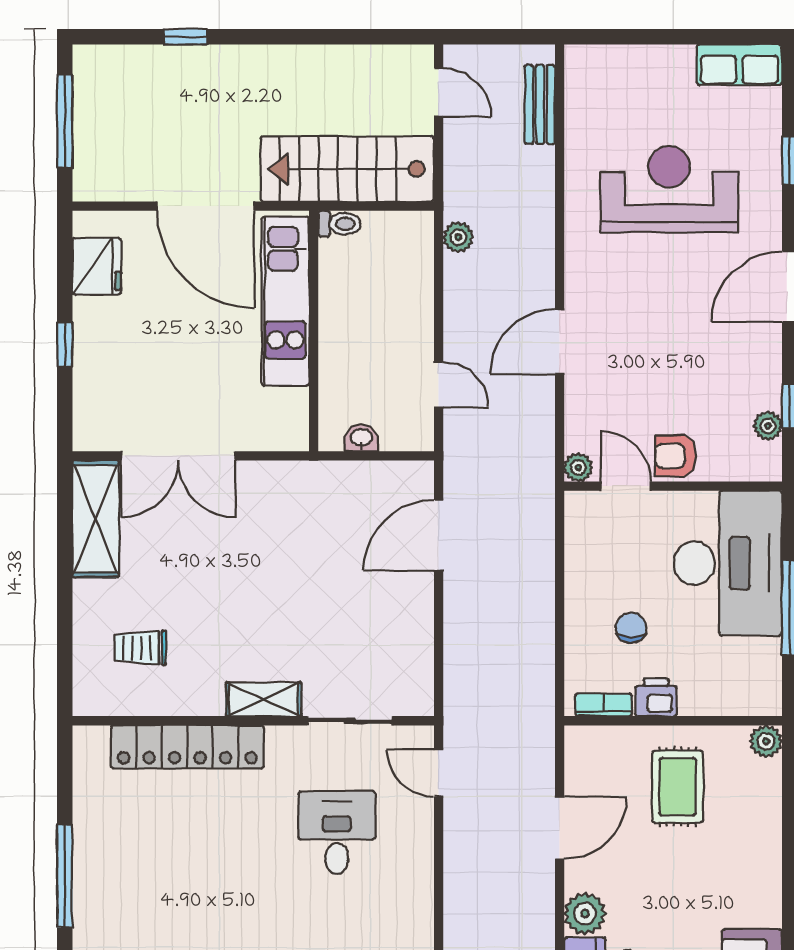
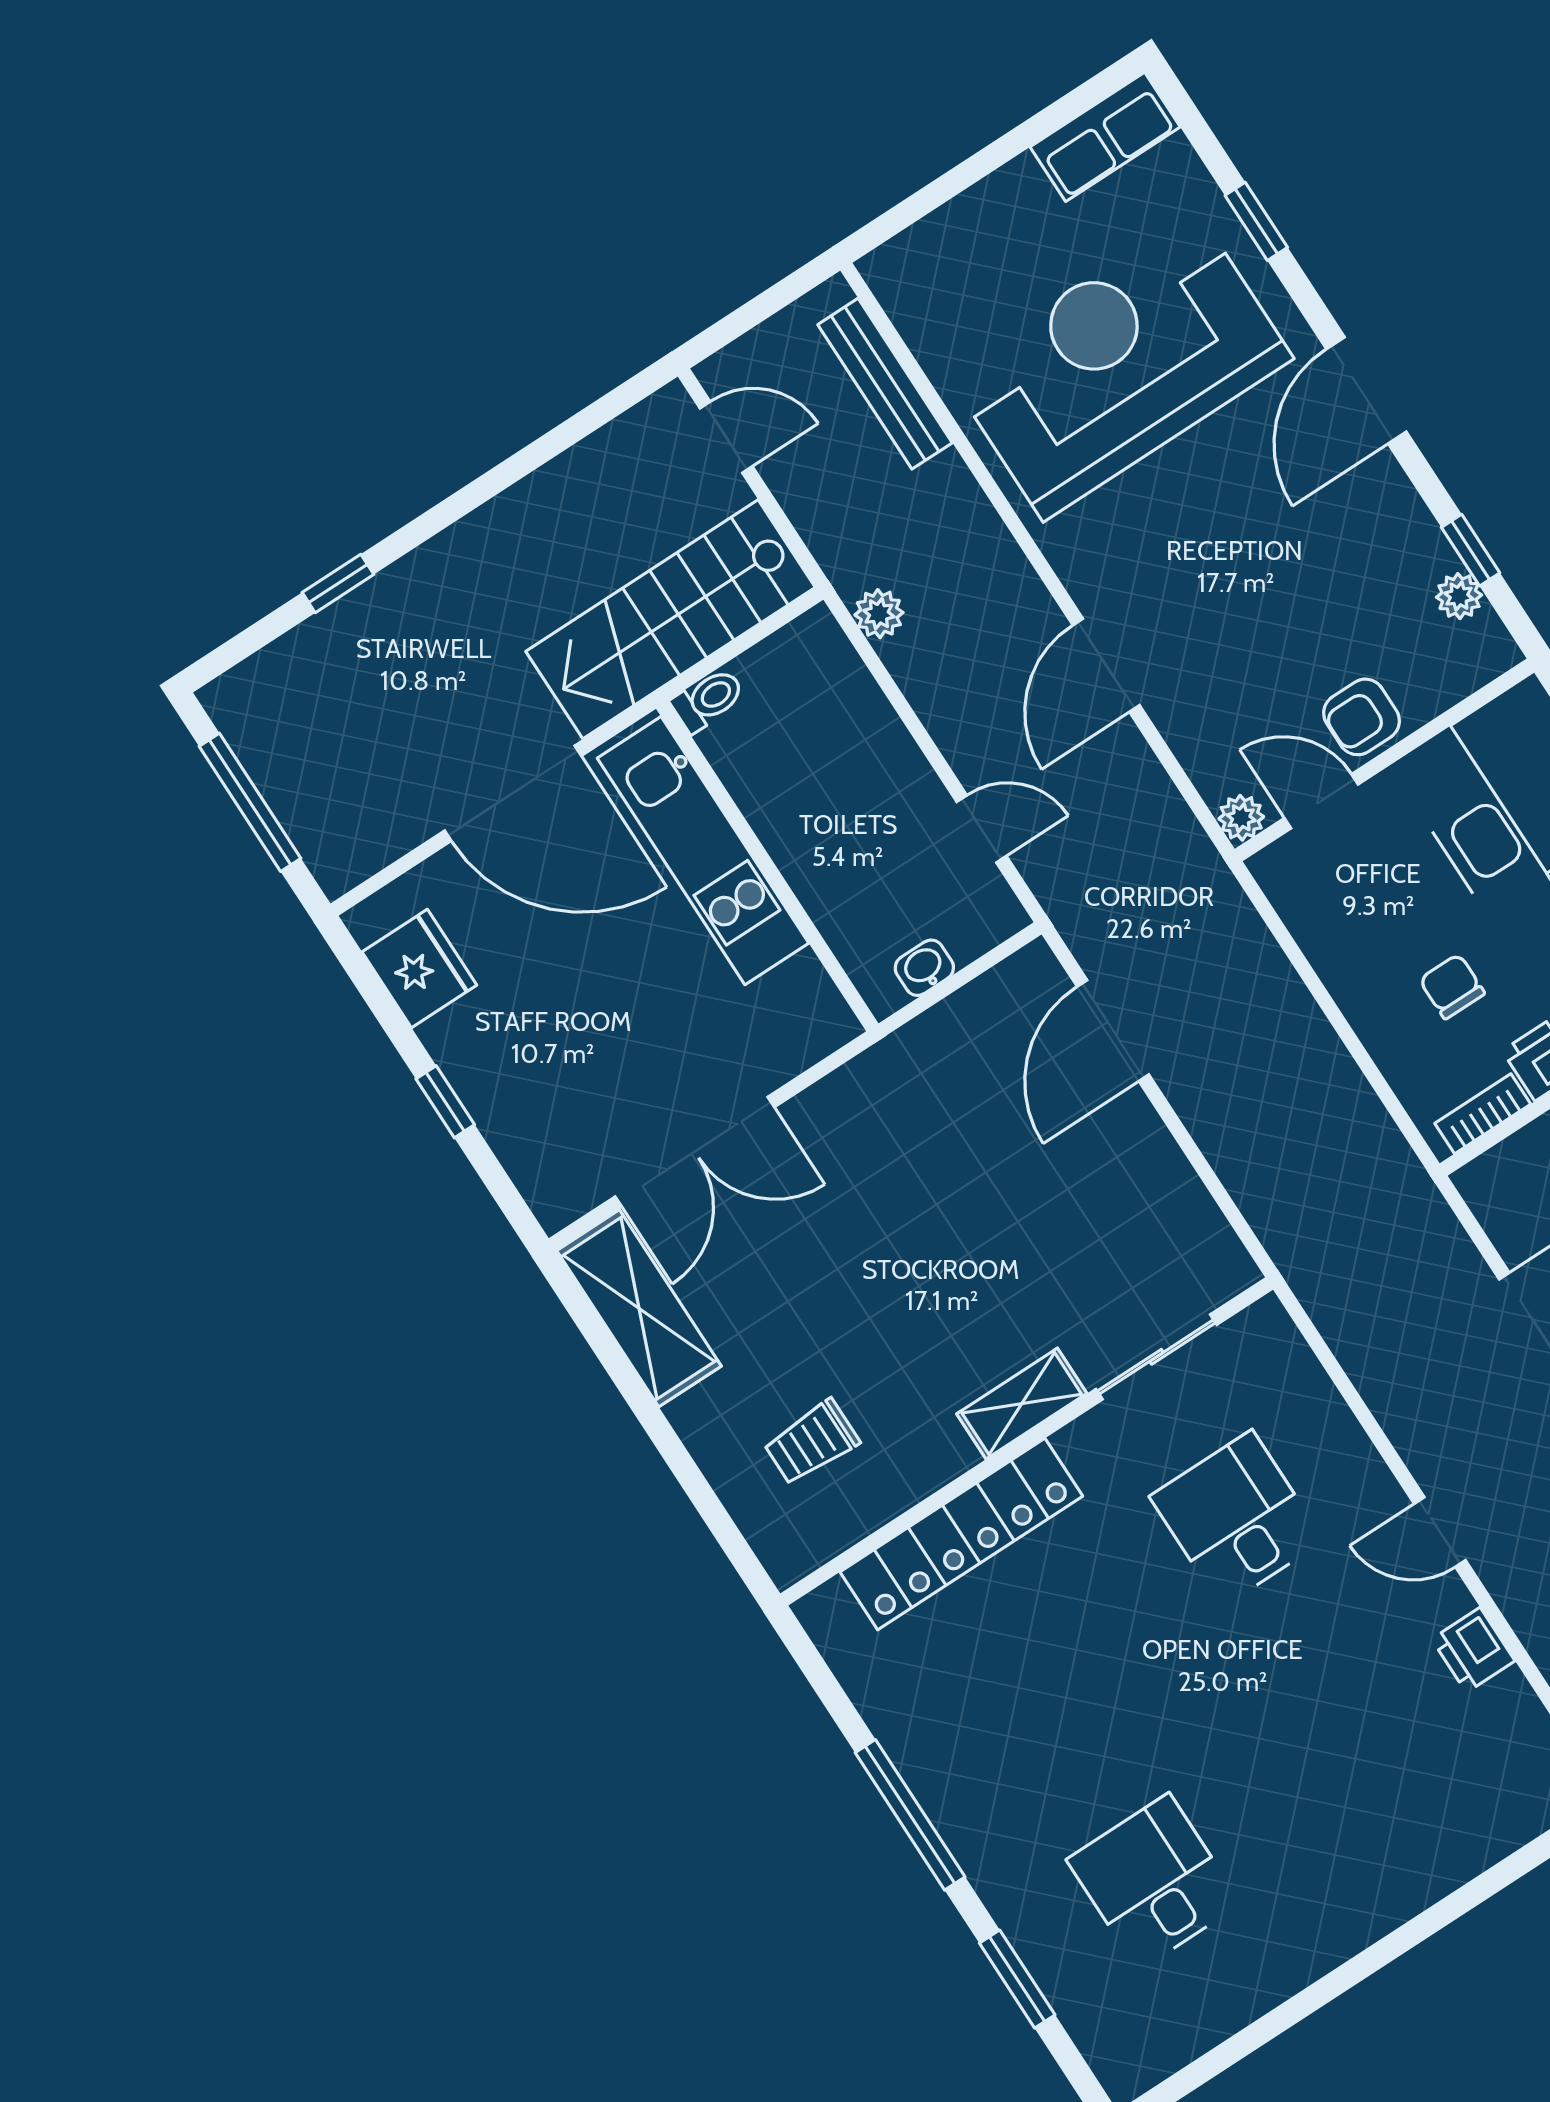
bench: (540, 104) -> (885, 384), width x1.36
reception desk: (669, 189) -> (1120, 365), width x1.36, depth x1.30
door: (439, 773) -> (1440, 1532), moved

